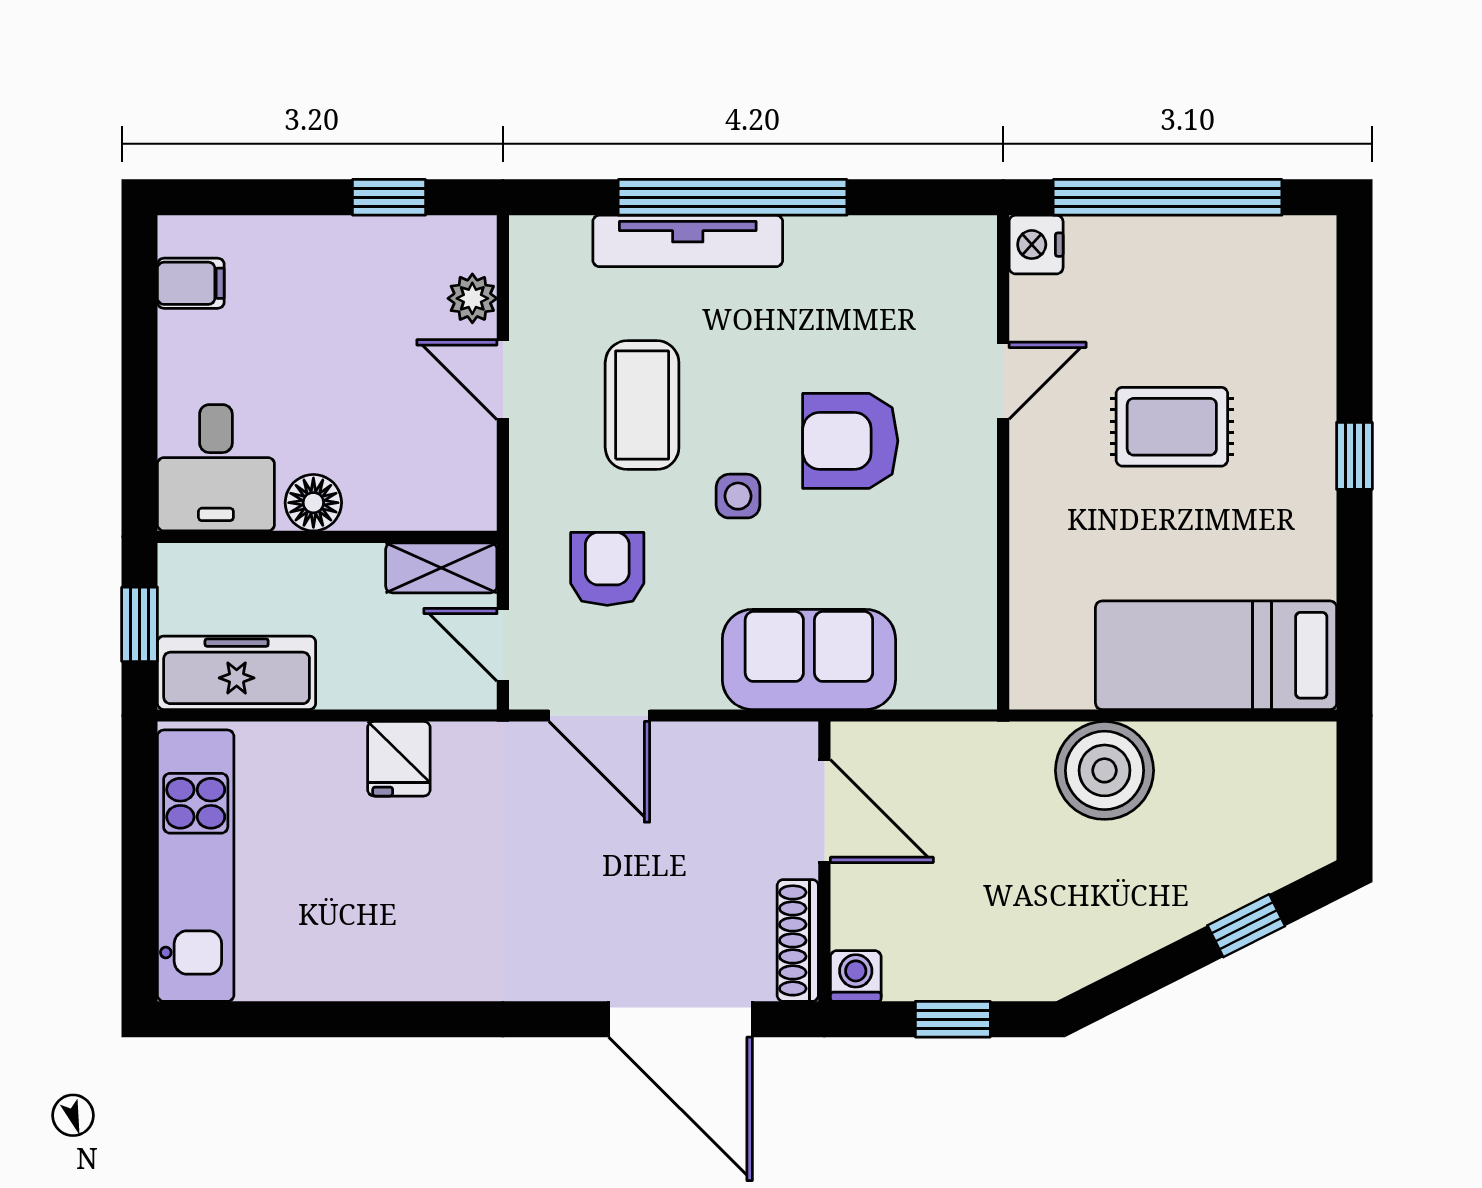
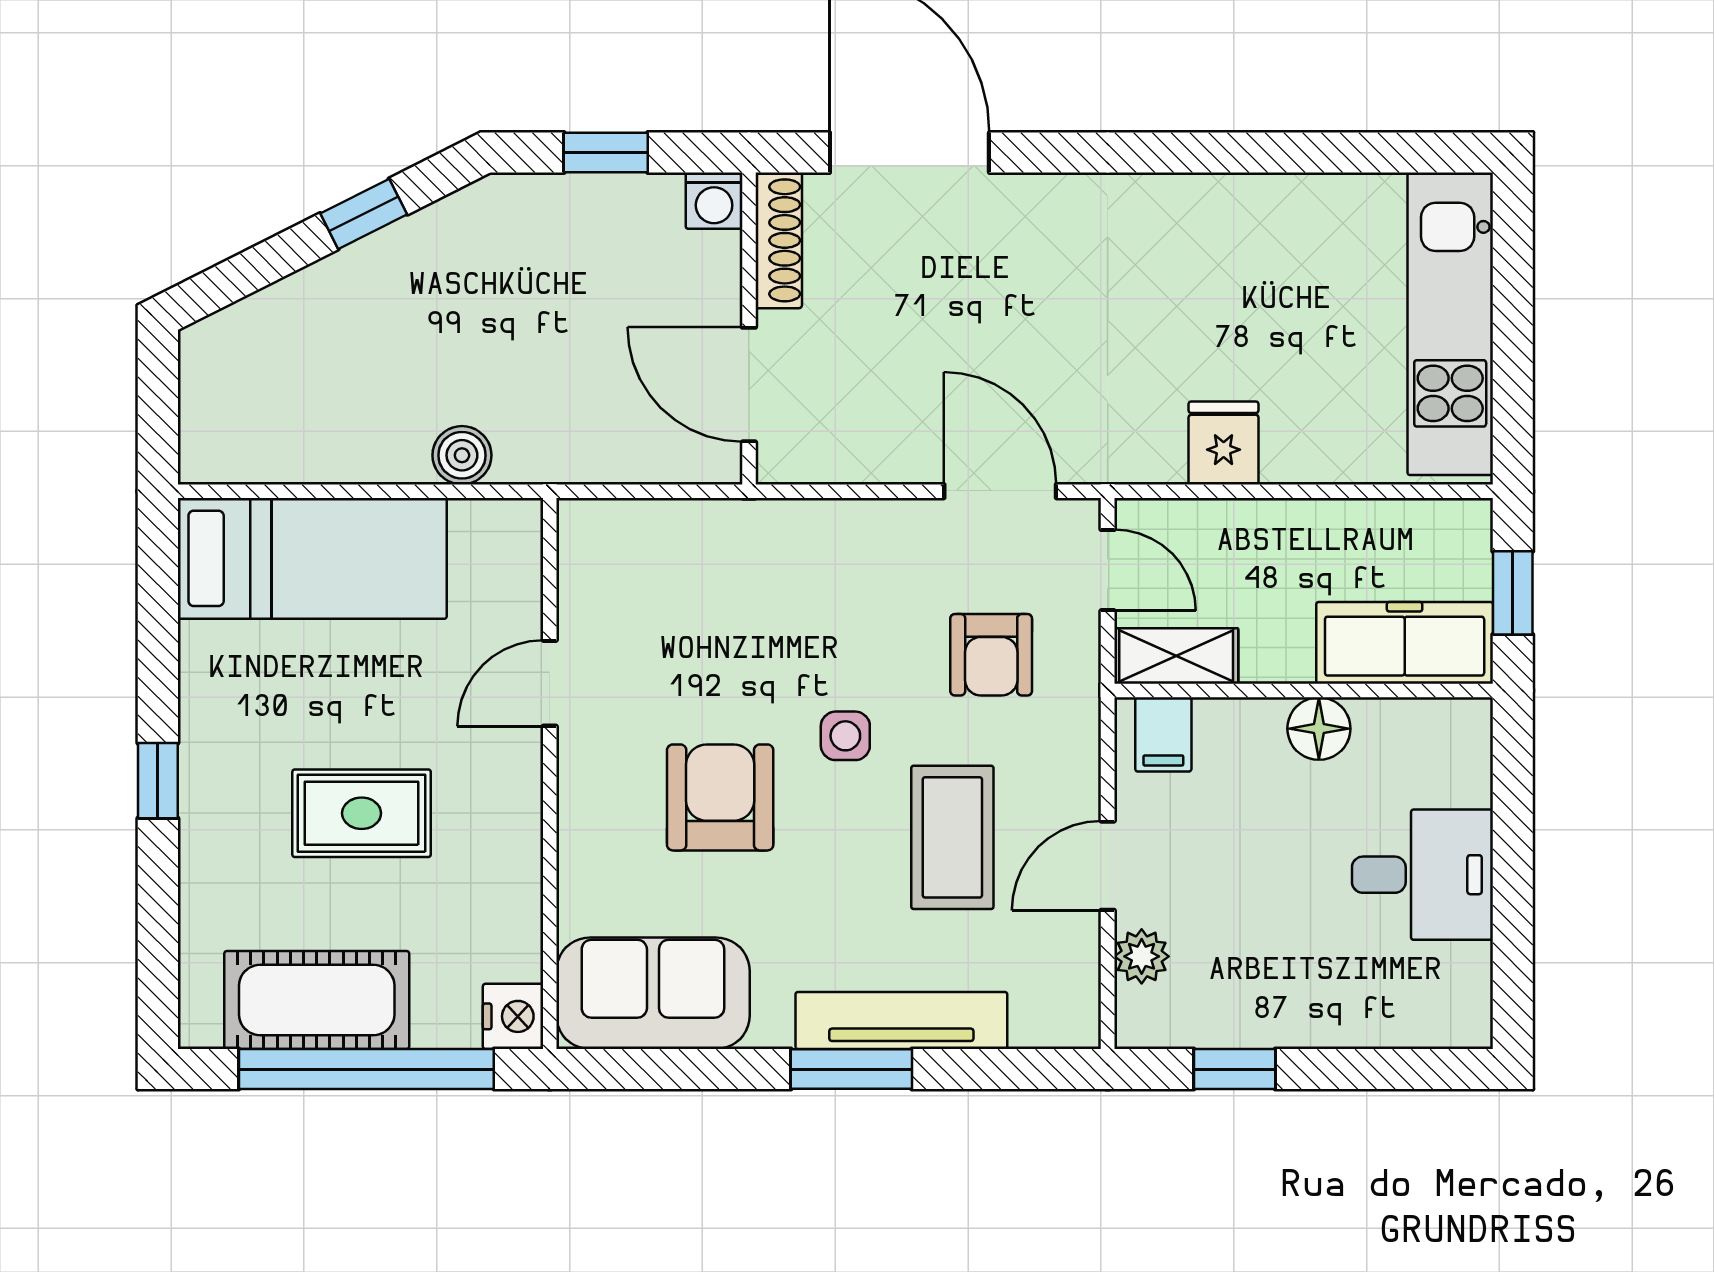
window: (733, 197) -> (851, 1069), width x0.47
cot: (1212, 259) -> (317, 1000), added
filing cabinet: (191, 283) -> (1163, 734), moved, turned -90
door: (503, 380) -> (1108, 866), swing flipped
door: (1003, 381) -> (550, 683), moved
armchair: (850, 441) -> (720, 797), turned -90
desk: (216, 468) -> (1422, 875), moved, turned 90
sofa: (809, 659) -> (653, 993), moved, turned 180
freezer: (237, 673) -> (1405, 643), moved, turned 180
boiler: (1105, 770) -> (462, 455), width x0.54, depth x0.54
window: (1246, 926) -> (364, 214), moved

